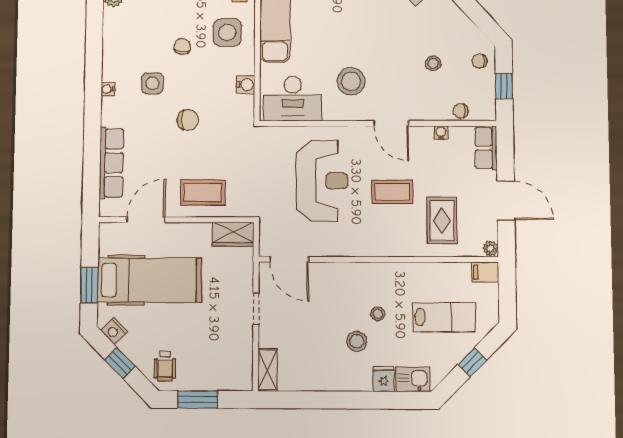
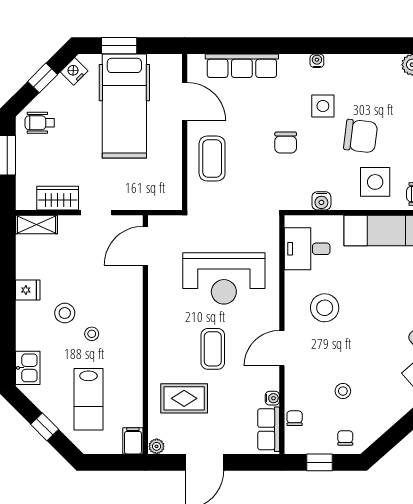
chair: (182, 47) -> (361, 136), width x1.87, depth x1.87
desk: (293, 99) -> (307, 249), width x0.73
row of seats: (486, 148) -> (269, 429), moved, turned -90
wardrobe: (233, 234) -> (58, 198), moved, turned 90
fridge: (384, 379) -> (28, 290), moved

